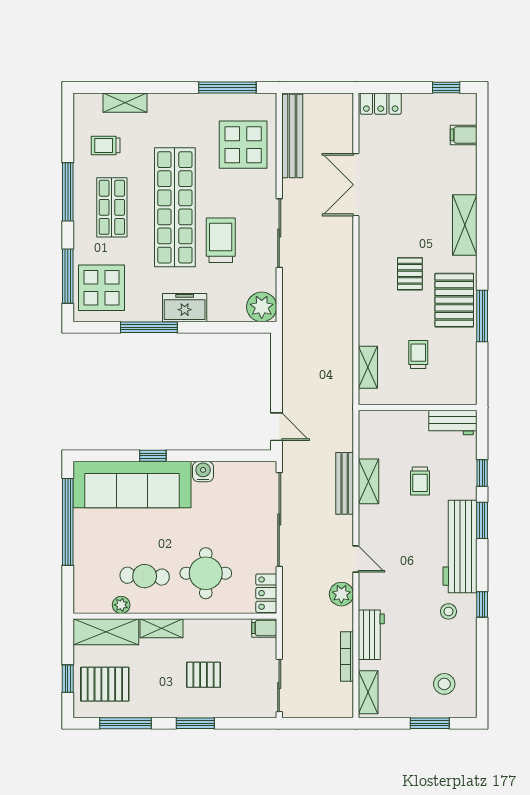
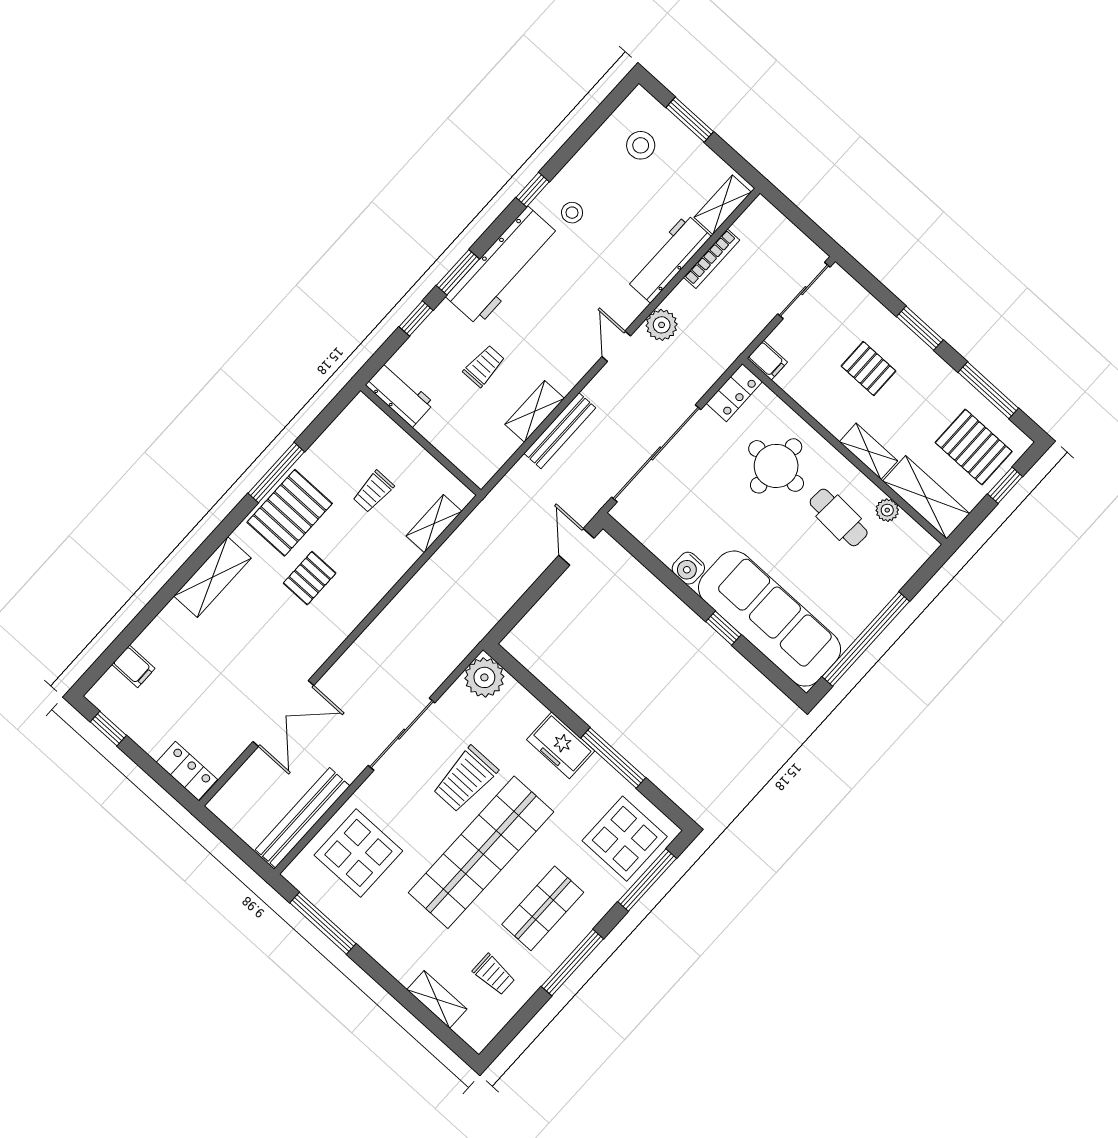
workbench: (371, 635) -> (668, 258), width x1.37

